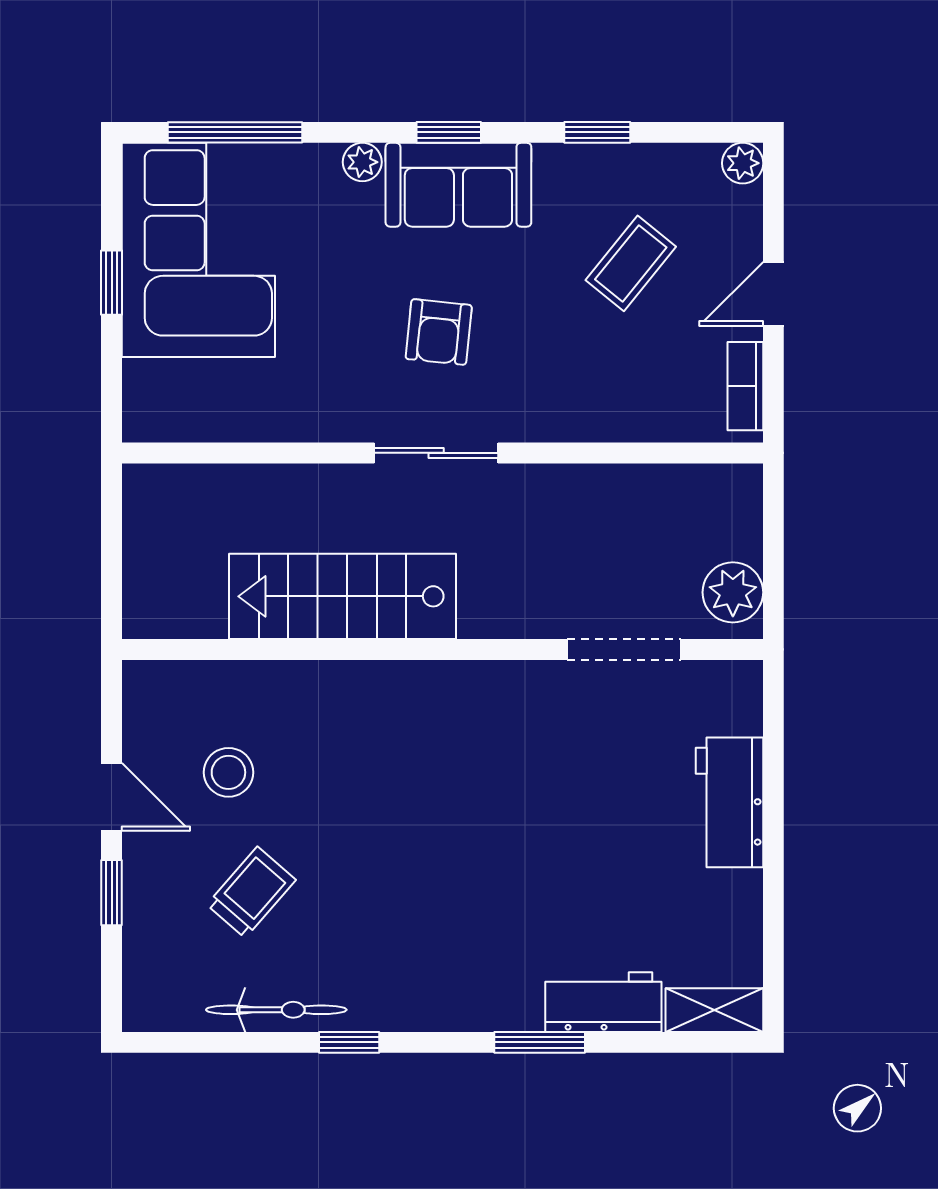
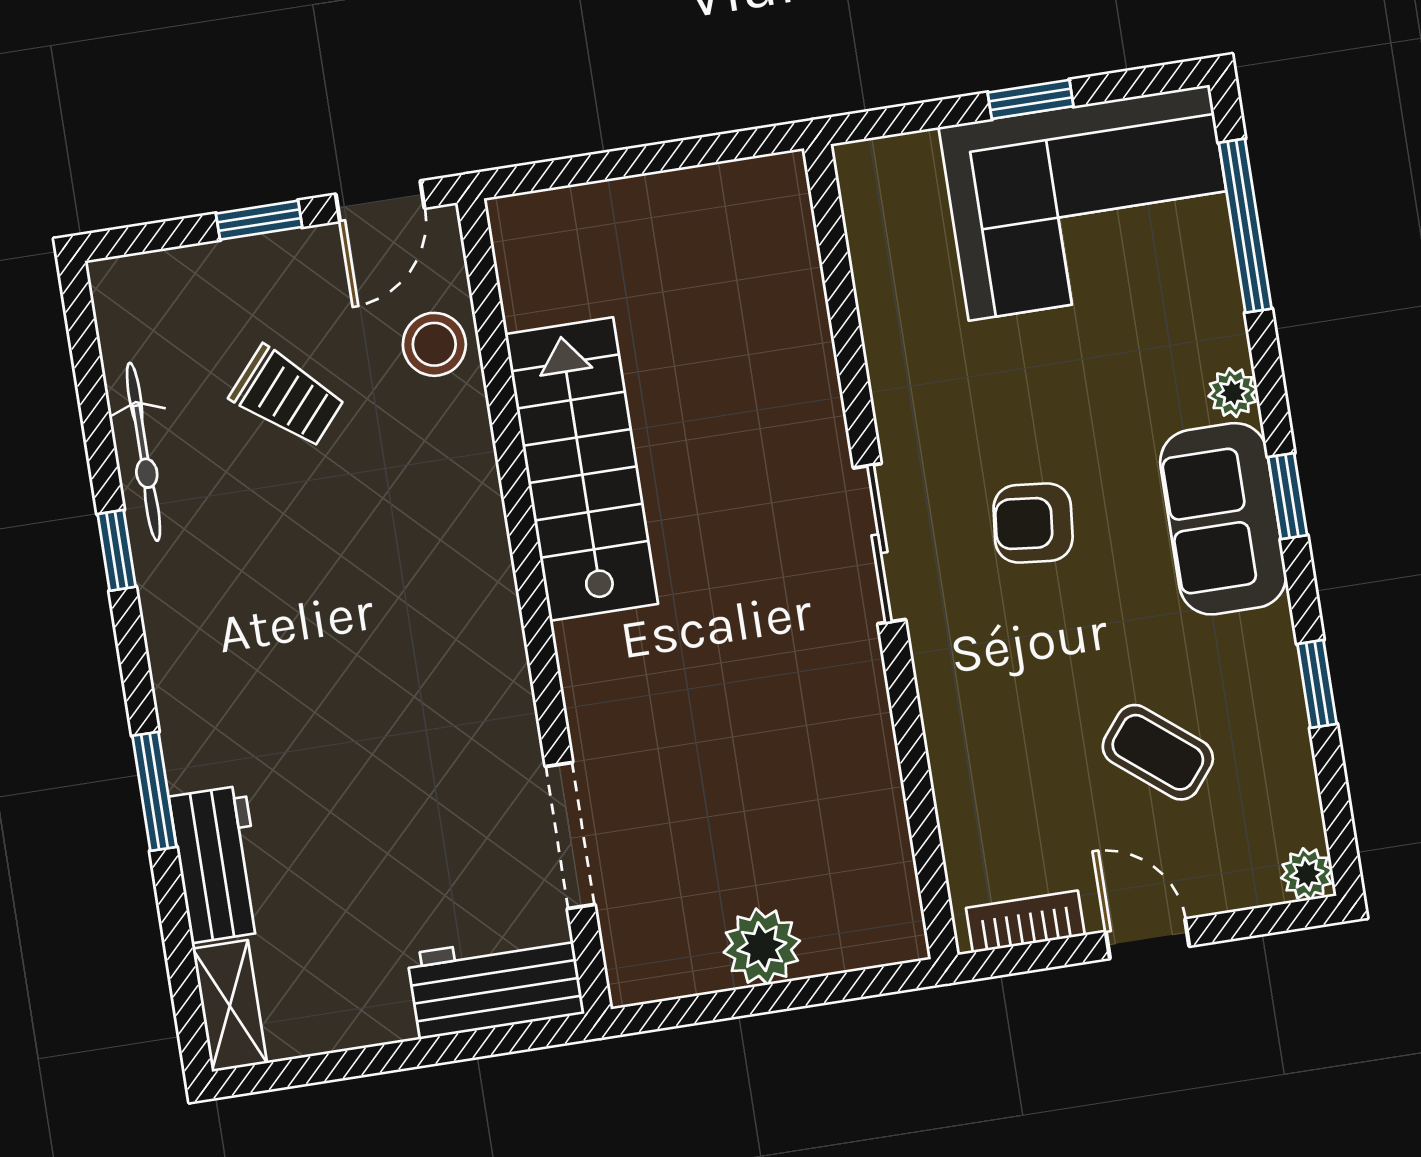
stairs: (342, 596) -> (581, 469), moved
wall: (442, 649) -> (534, 606), moved
doorway: (624, 649) -> (570, 836), moved

